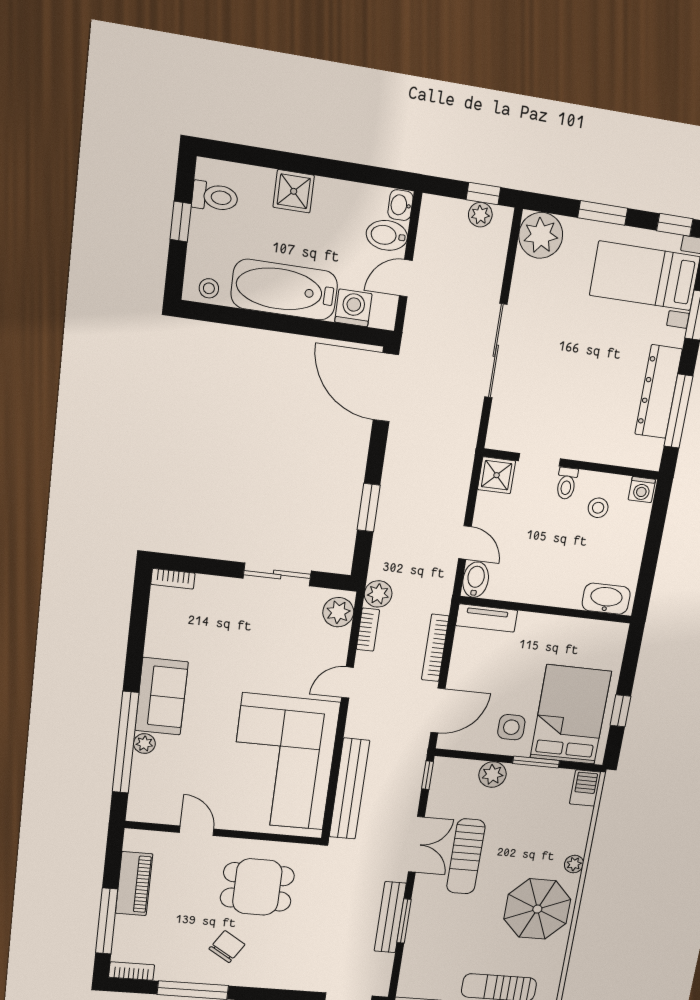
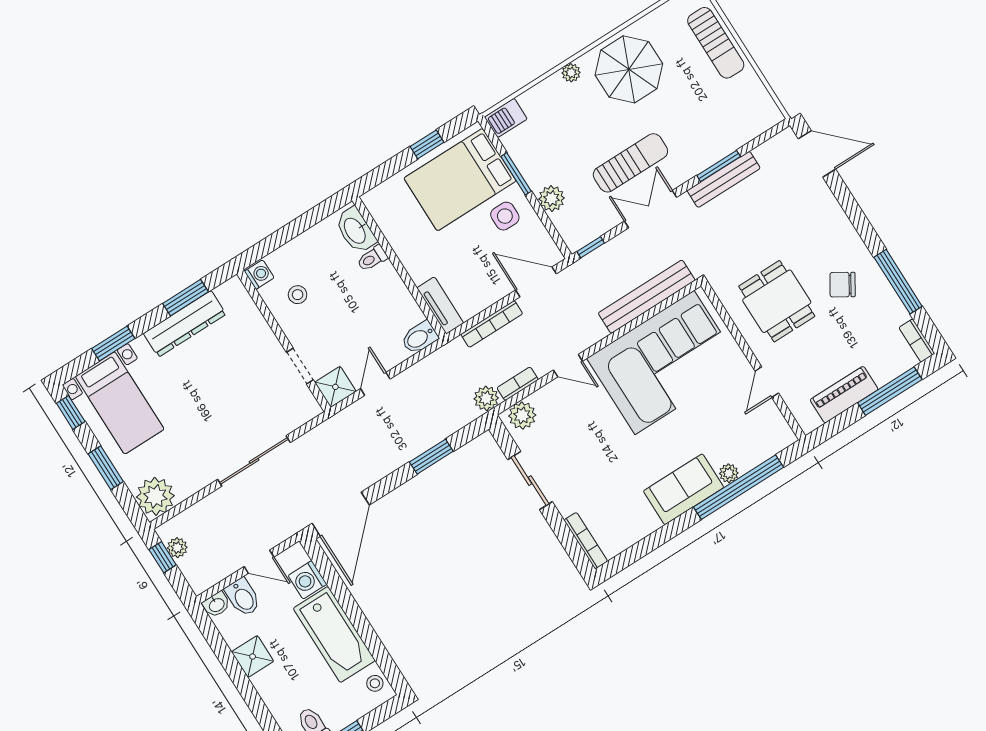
shower: (294, 191) -> (253, 657), moved
window: (678, 411) -> (186, 298), width x0.69
toilet: (567, 483) -> (372, 258), moved, turned 180
door: (465, 543) -> (375, 384), moved
bookcase: (173, 579) -> (586, 541), width x1.56

